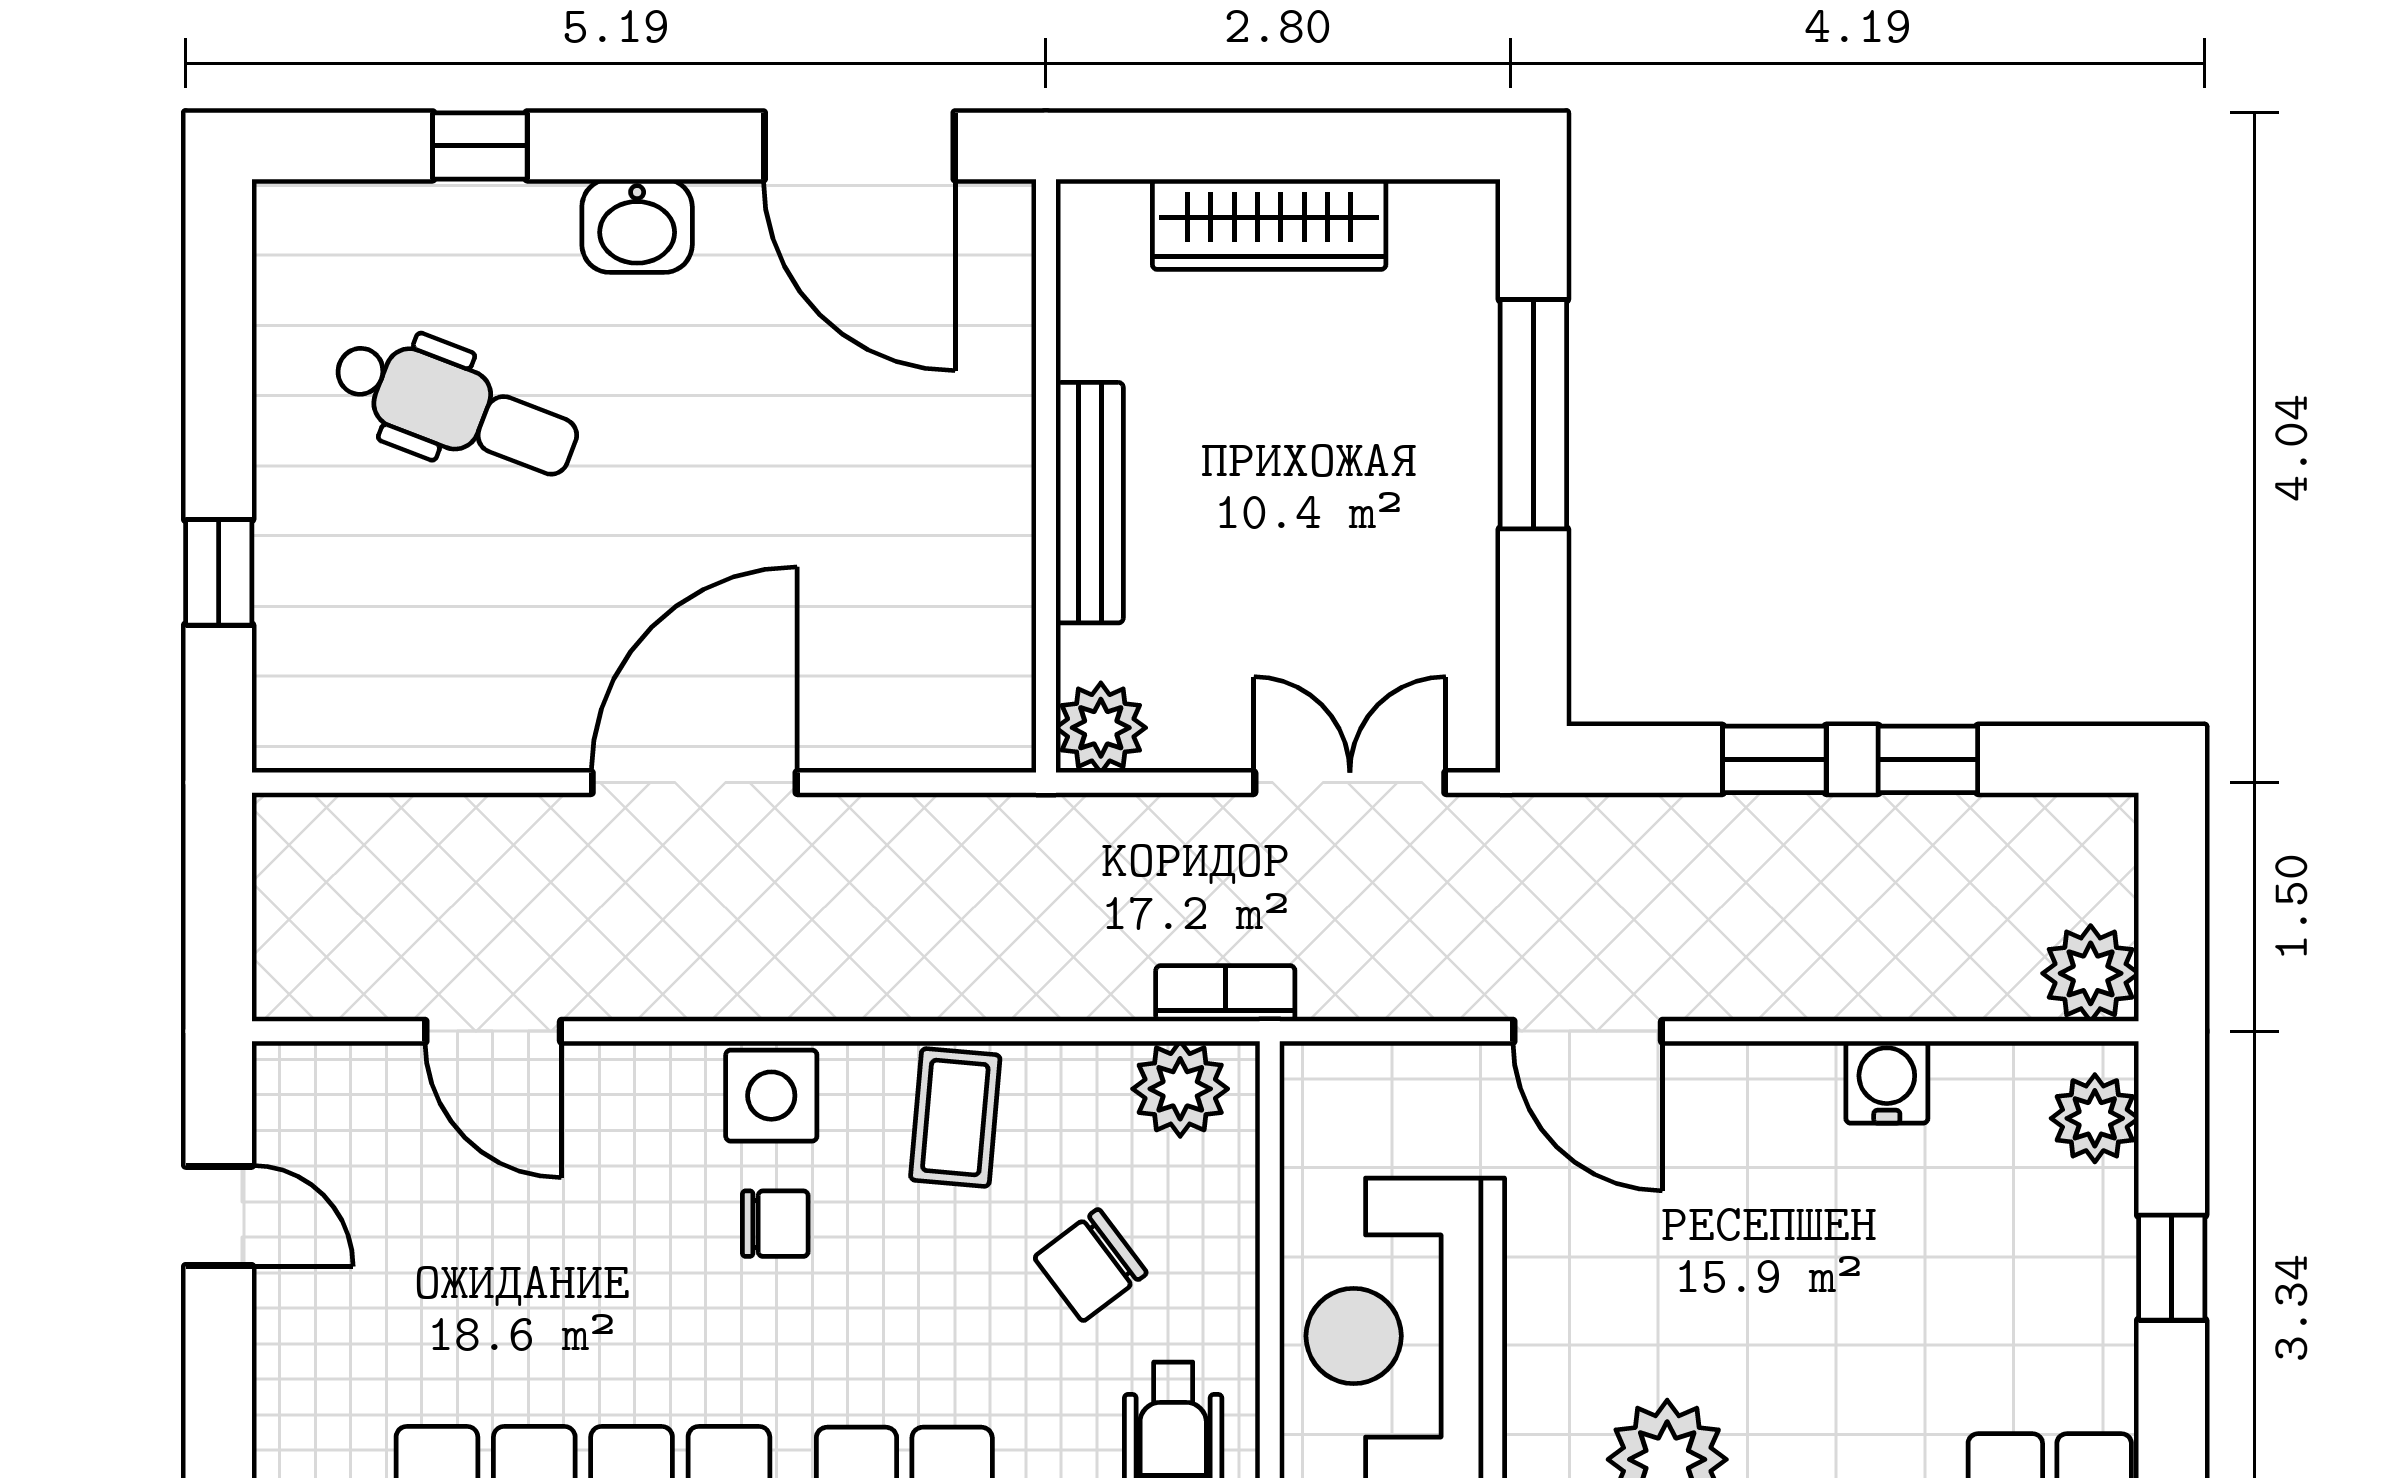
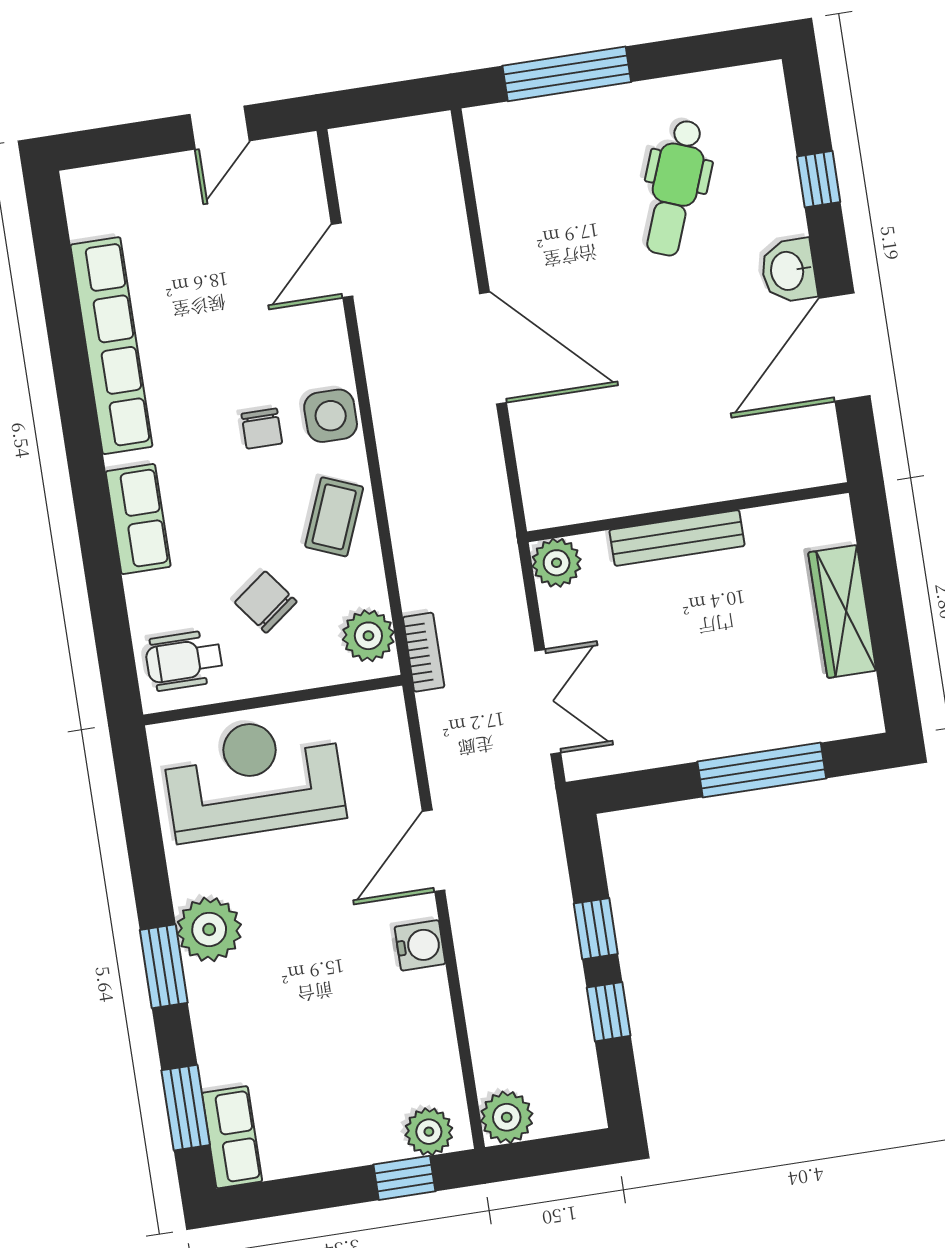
door: (859, 146) -> (845, 347), moved
window: (219, 572) -> (567, 74), width x2.17
water cooler: (1887, 1082) -> (420, 945), moved
coffee table: (955, 1118) -> (334, 517), turned -73
window: (2172, 1268) -> (404, 1178), moved

